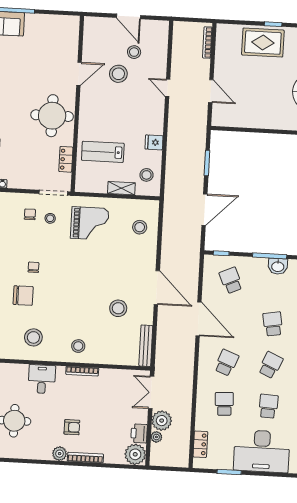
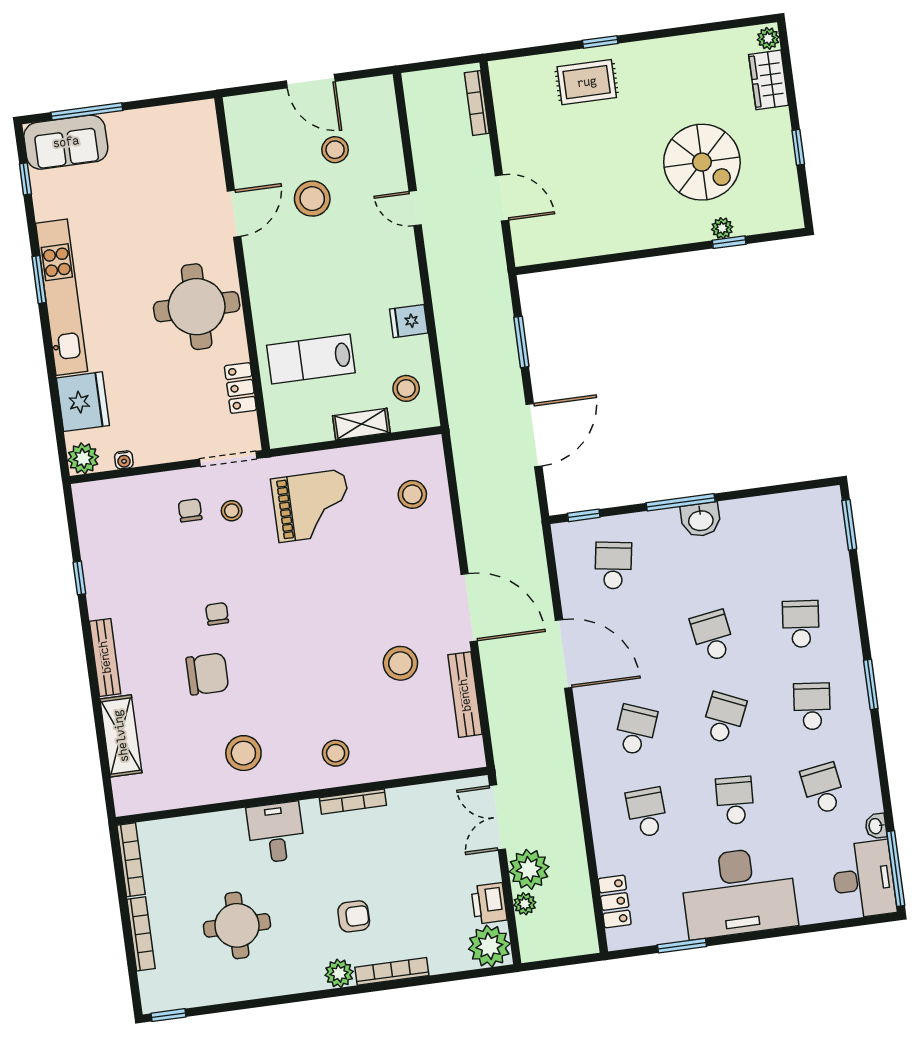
rug: (263, 43) -> (587, 82), width x0.73, depth x0.70
school desk: (231, 280) -> (613, 565), turned 33
bench: (146, 346) -> (465, 695), moved

